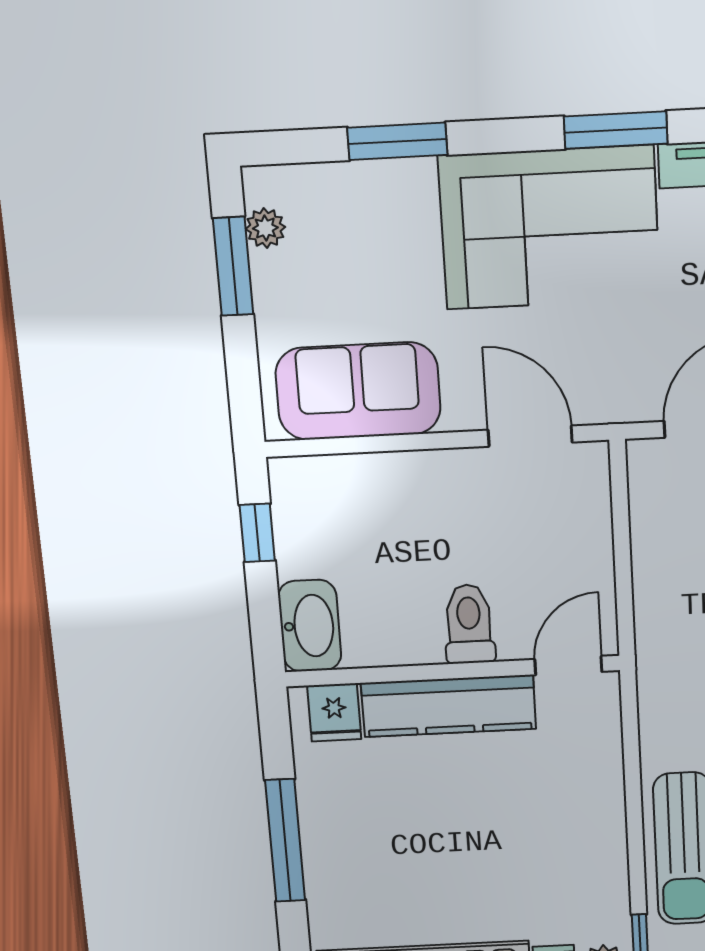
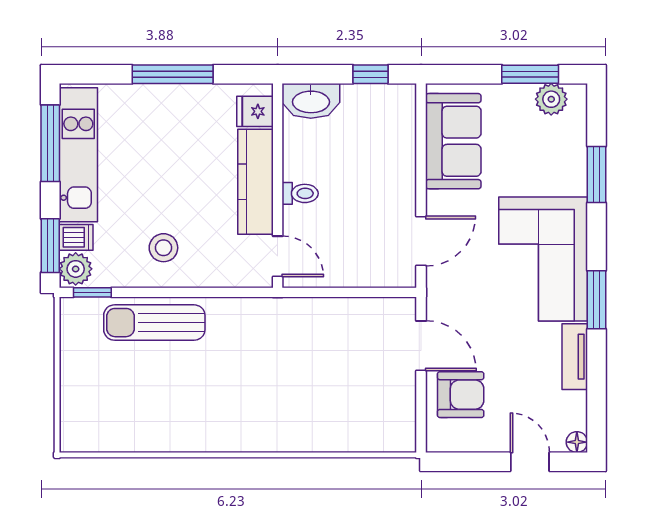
plant: (265, 228) -> (551, 99), width x1.38, depth x1.38
toilet: (469, 624) -> (300, 193), width x0.73, depth x0.72
stool: (564, 841) -> (163, 248), added

